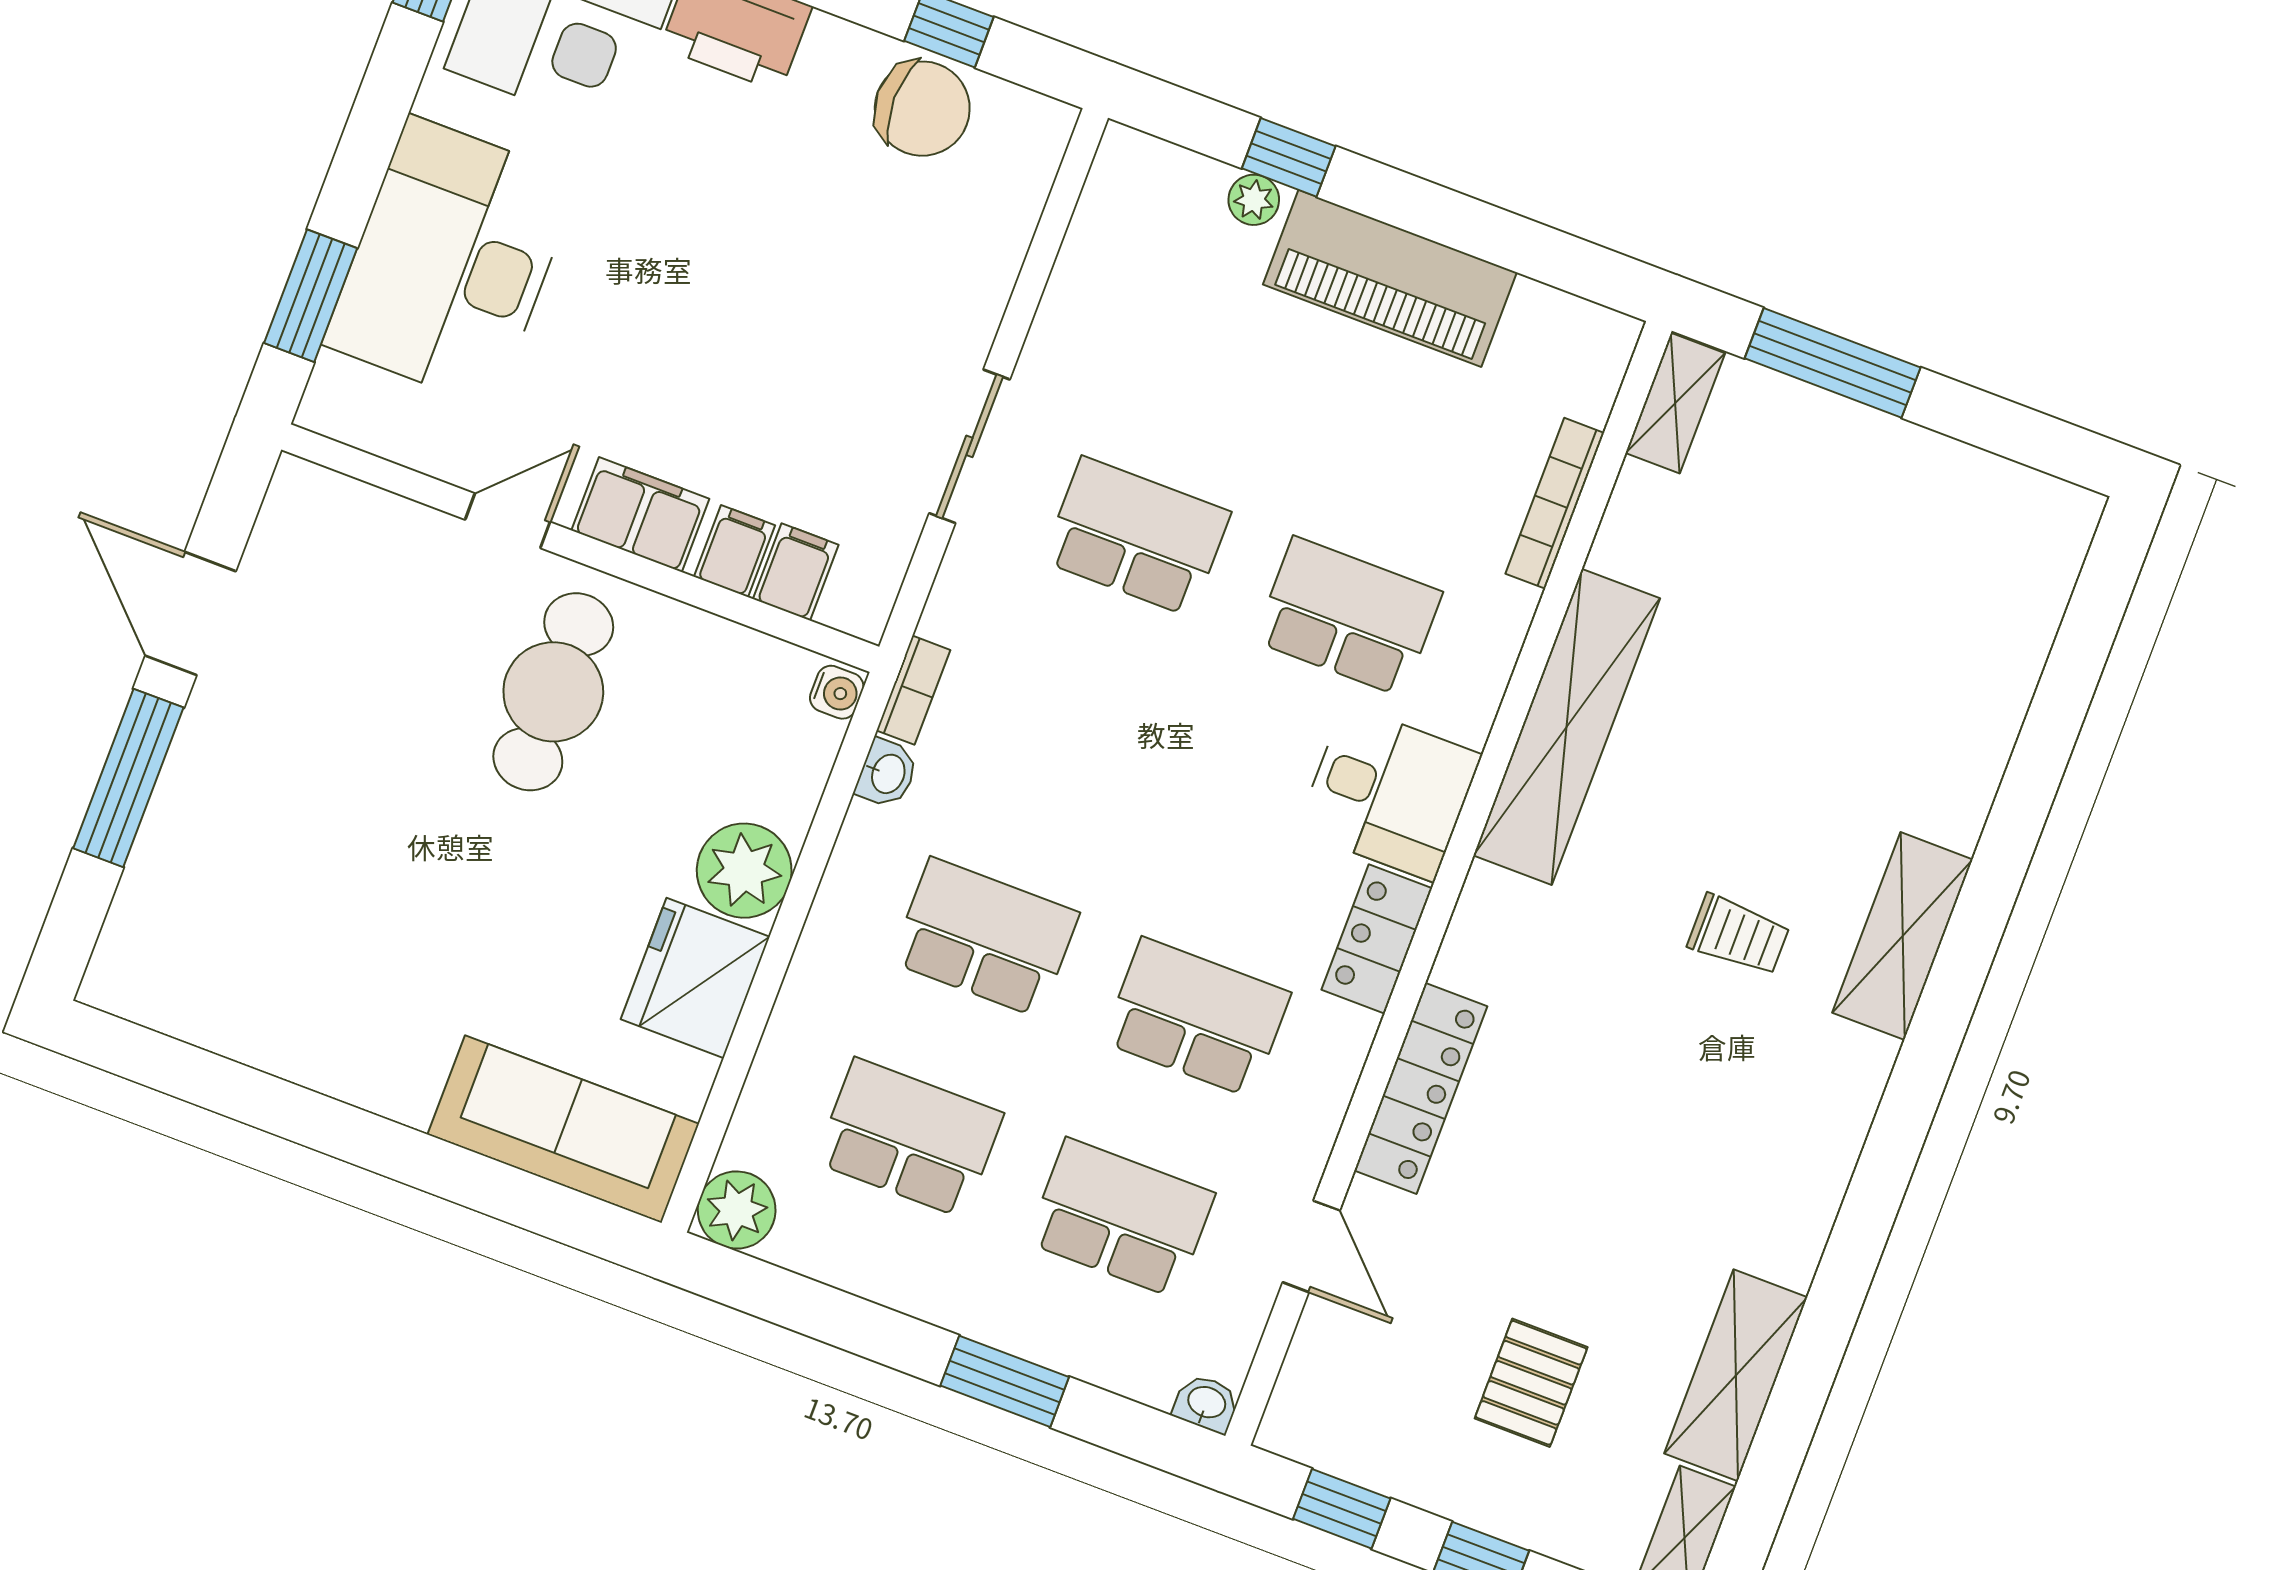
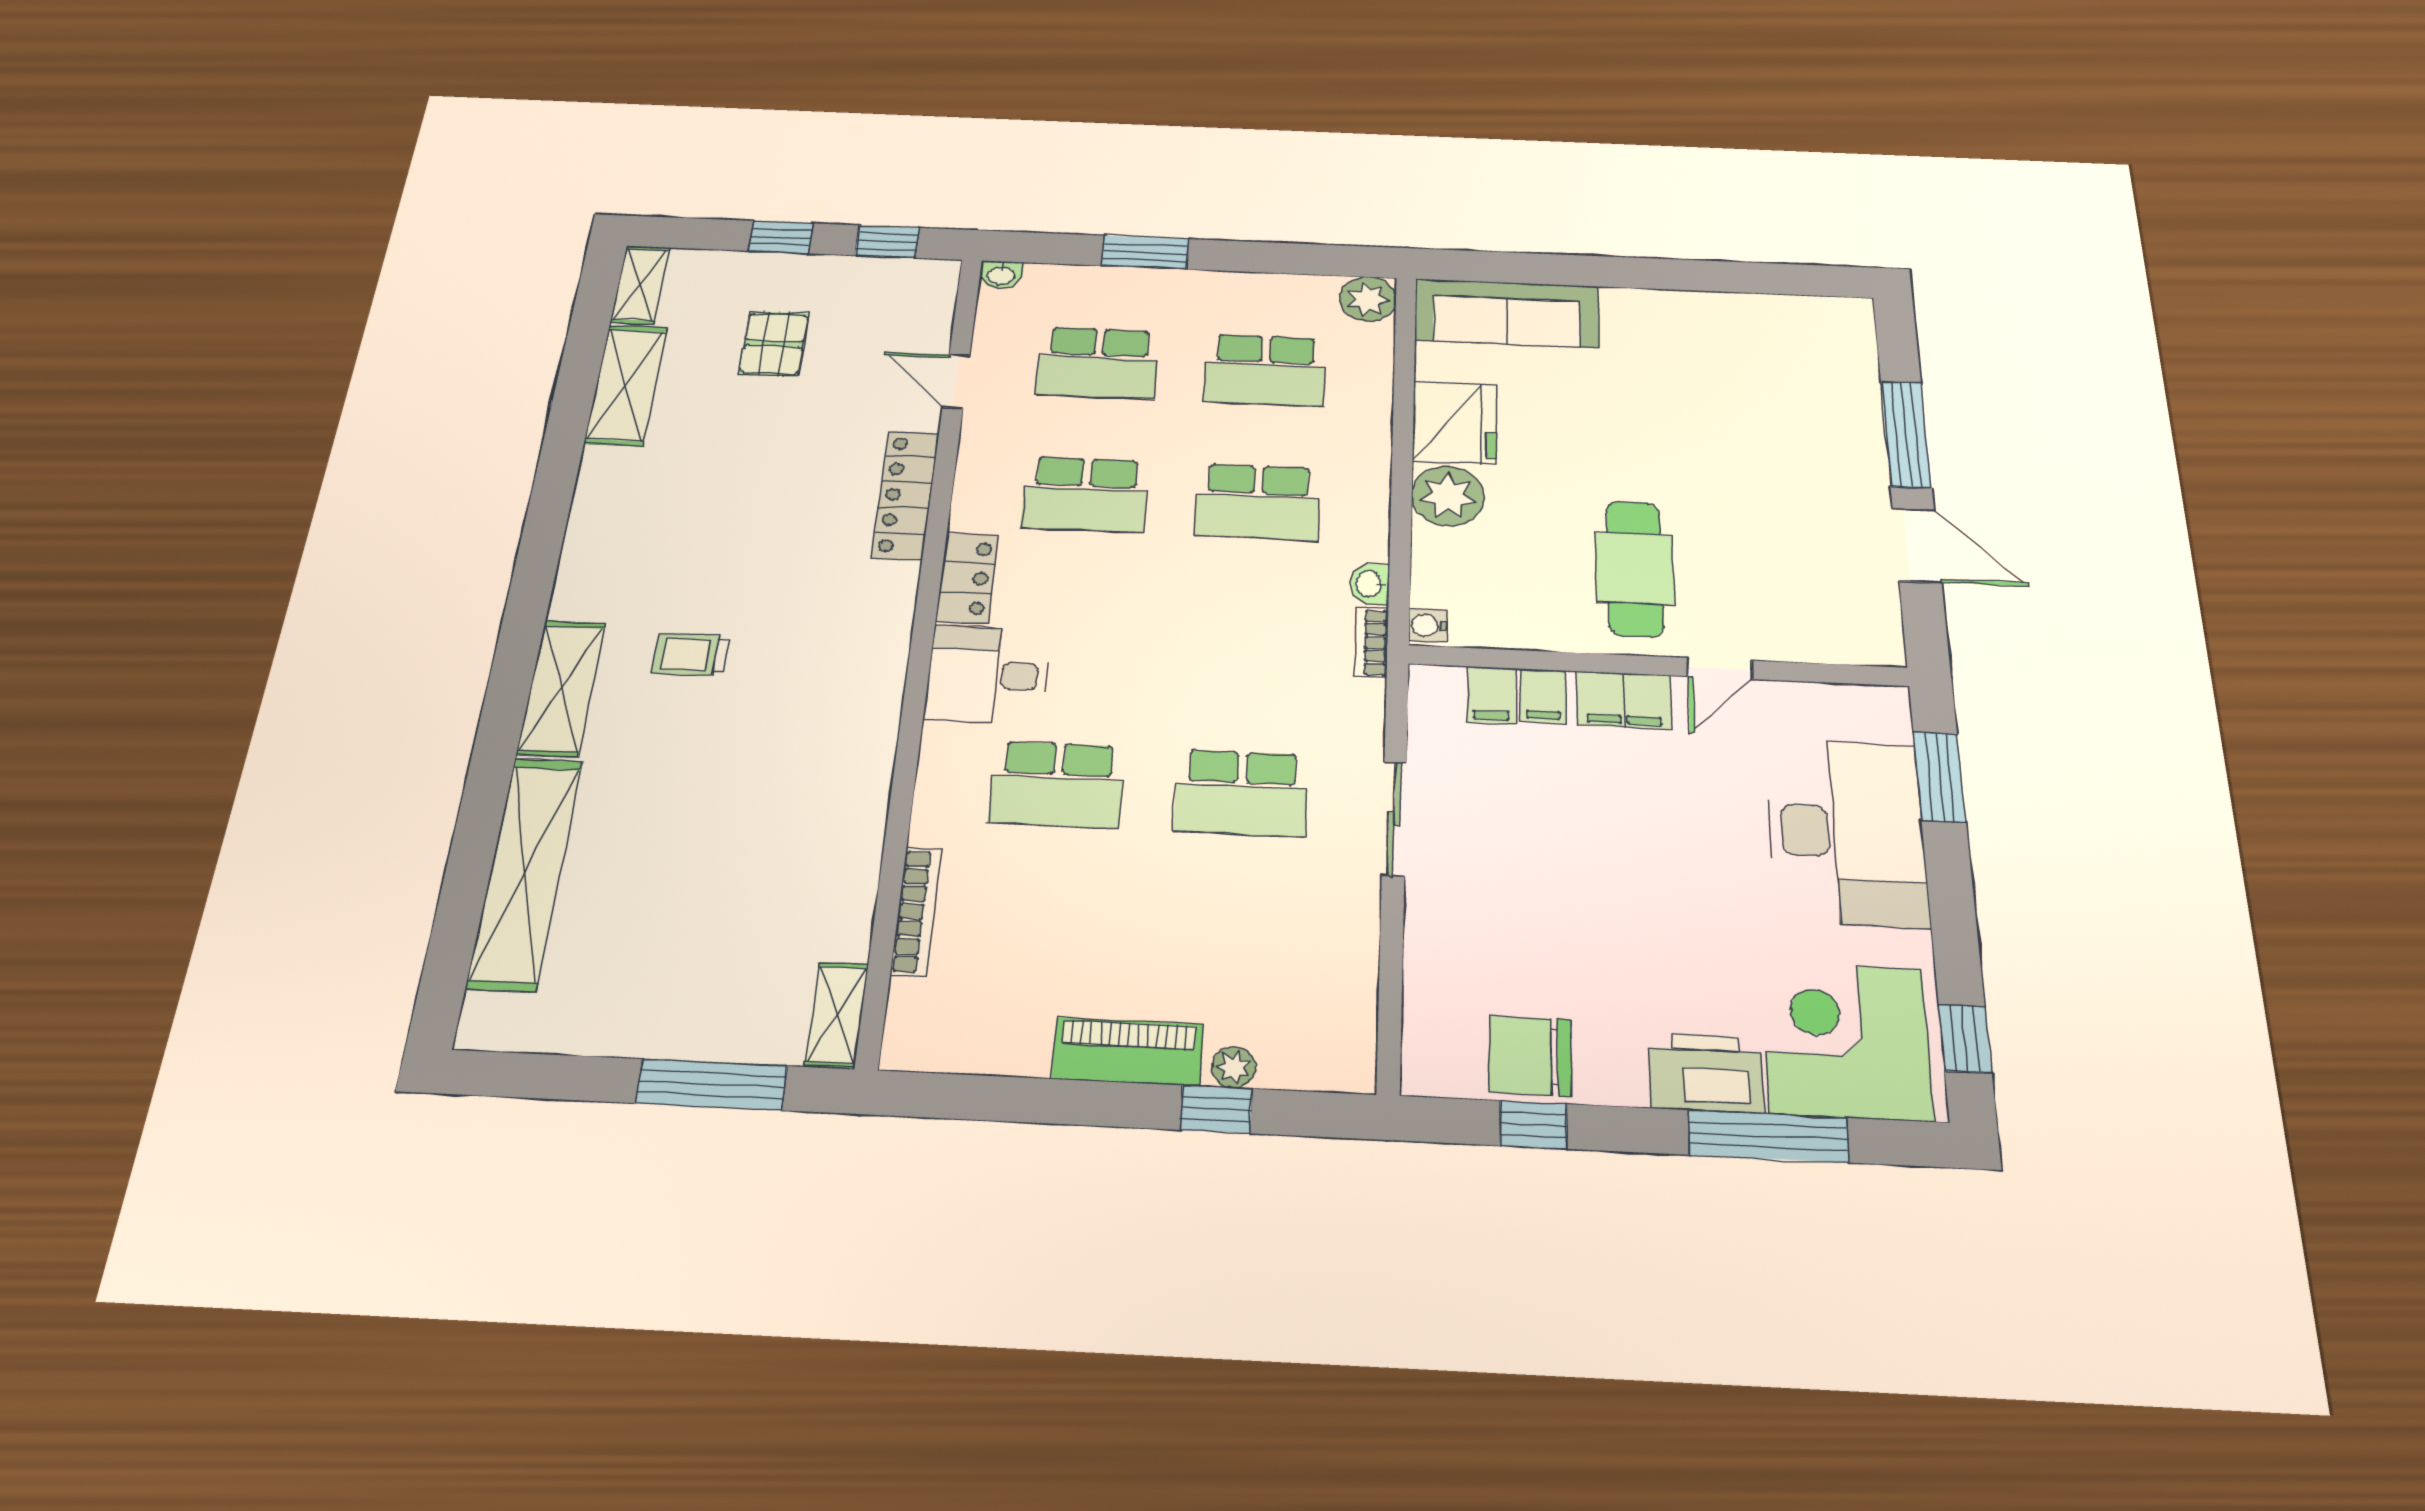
piano: (1390, 278) -> (1128, 1052), width x0.73, depth x0.75
shelving: (1567, 727) -> (525, 873), moved

